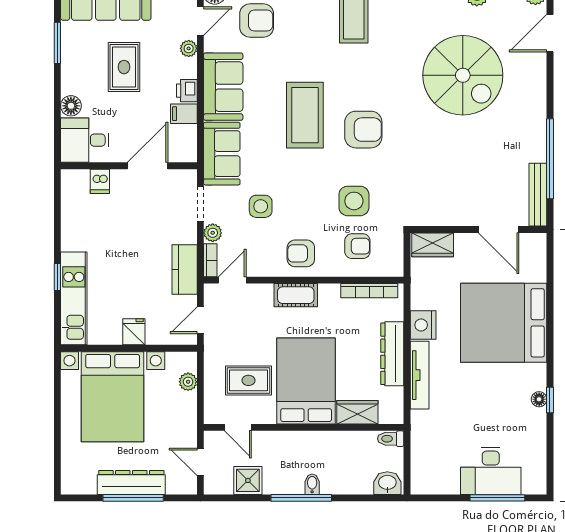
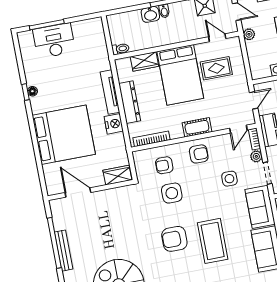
bench: (538, 195) -> (64, 251), moved
plant: (188, 382) -> (249, 34), moved
washbasin: (387, 483) -> (150, 14), moved

